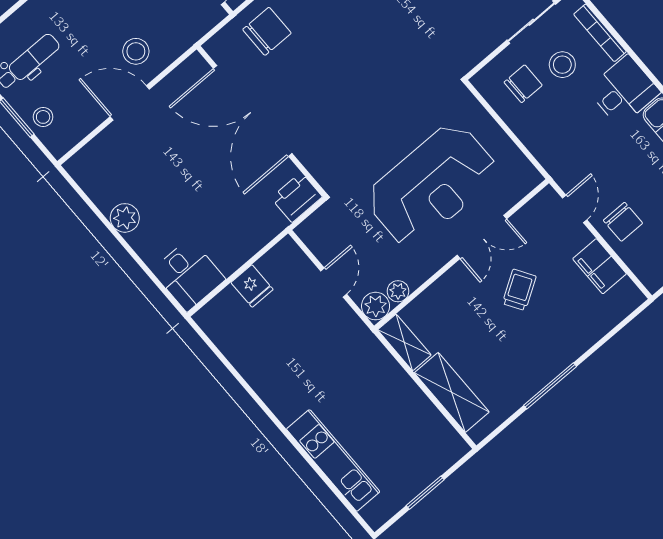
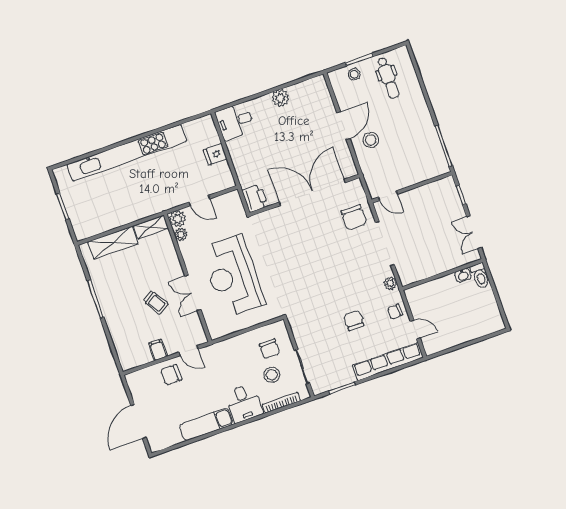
filing cabinet: (600, 266) -> (158, 350), width x0.50
kitchen unit: (333, 460) -> (127, 153), width x1.86

